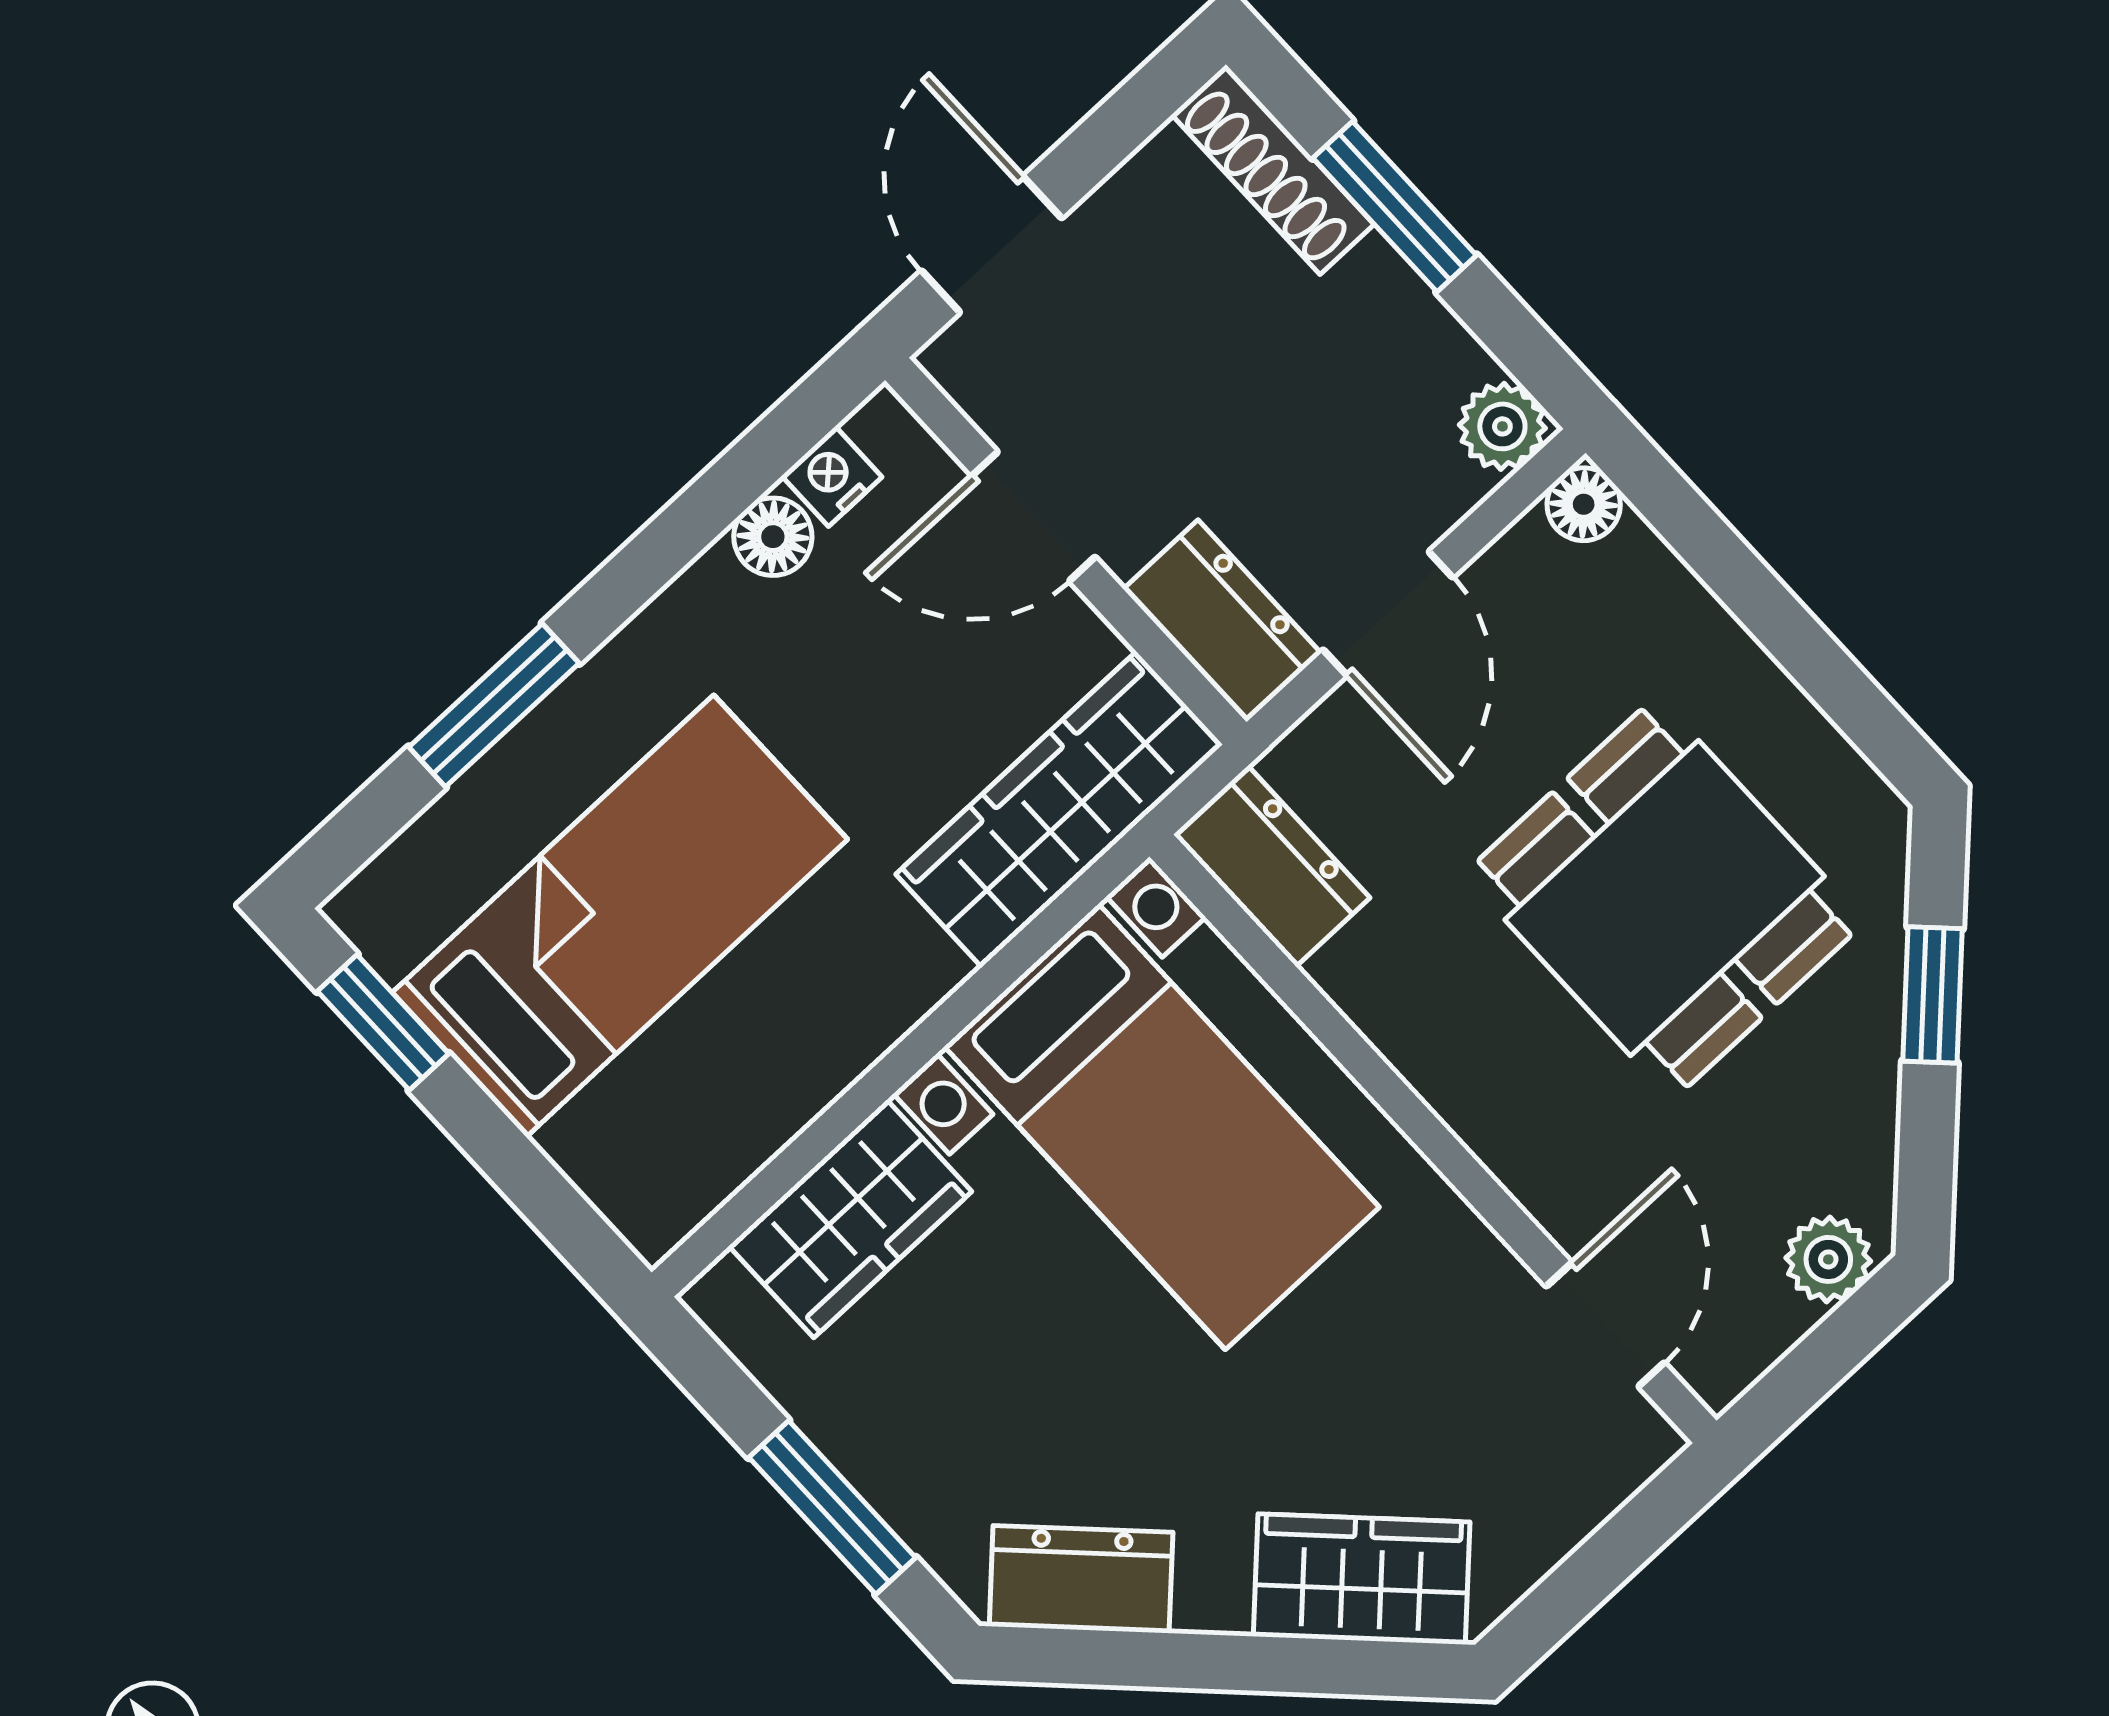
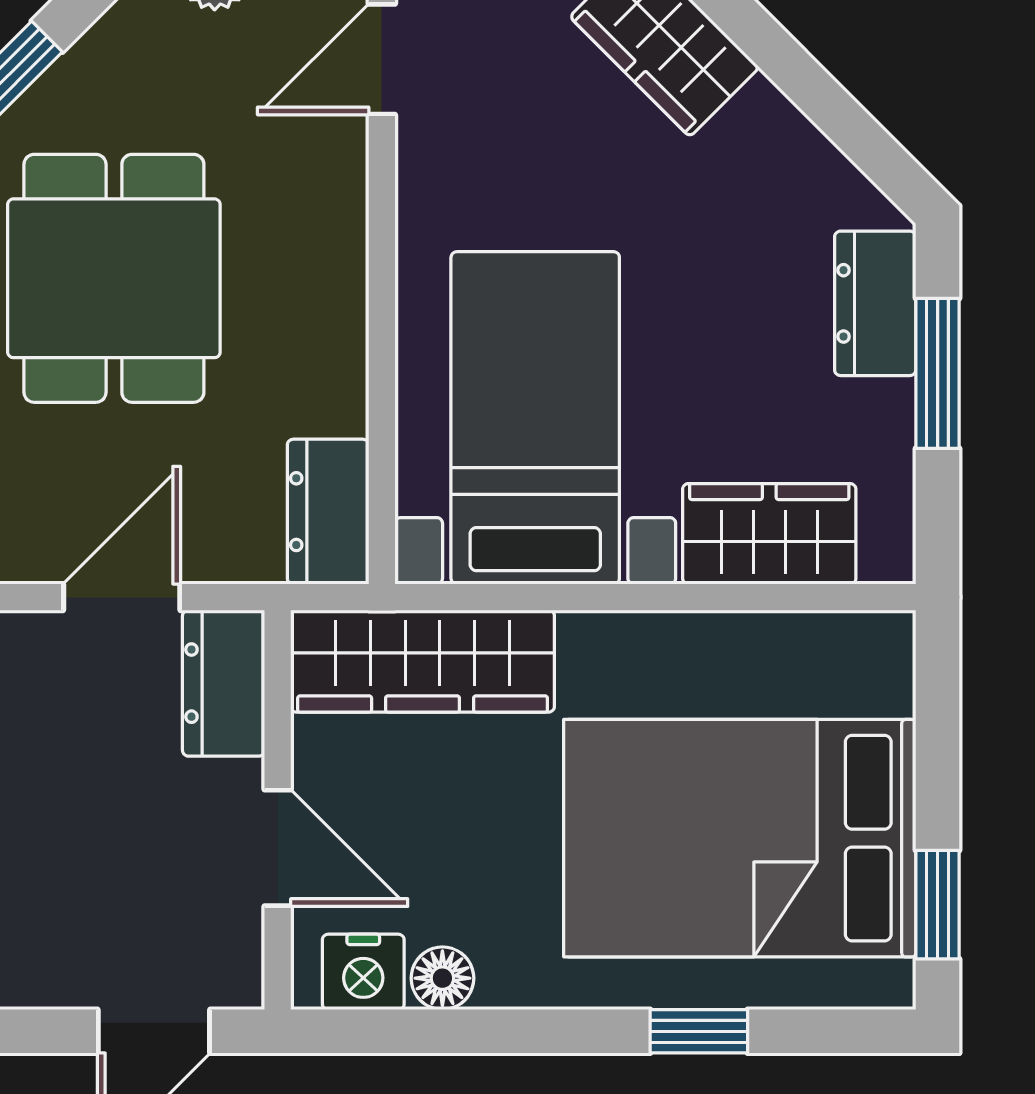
nightstand: (832, 476) -> (363, 972), width x1.39, depth x1.35
window: (494, 705) -> (699, 1031), width x0.67
bed: (620, 916) -> (740, 838), width x1.50
dresser: (1081, 1579) -> (875, 303), moved, turned 45

